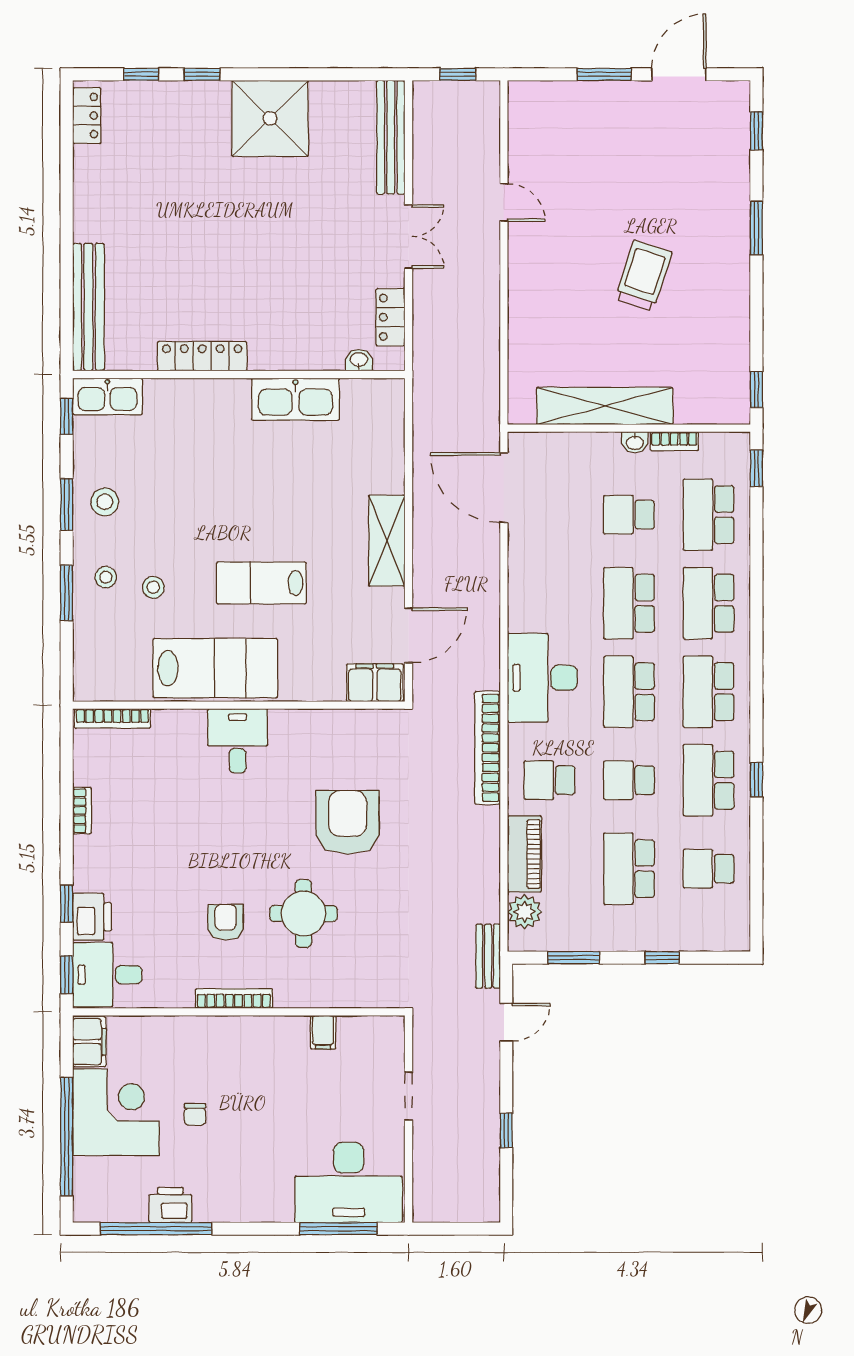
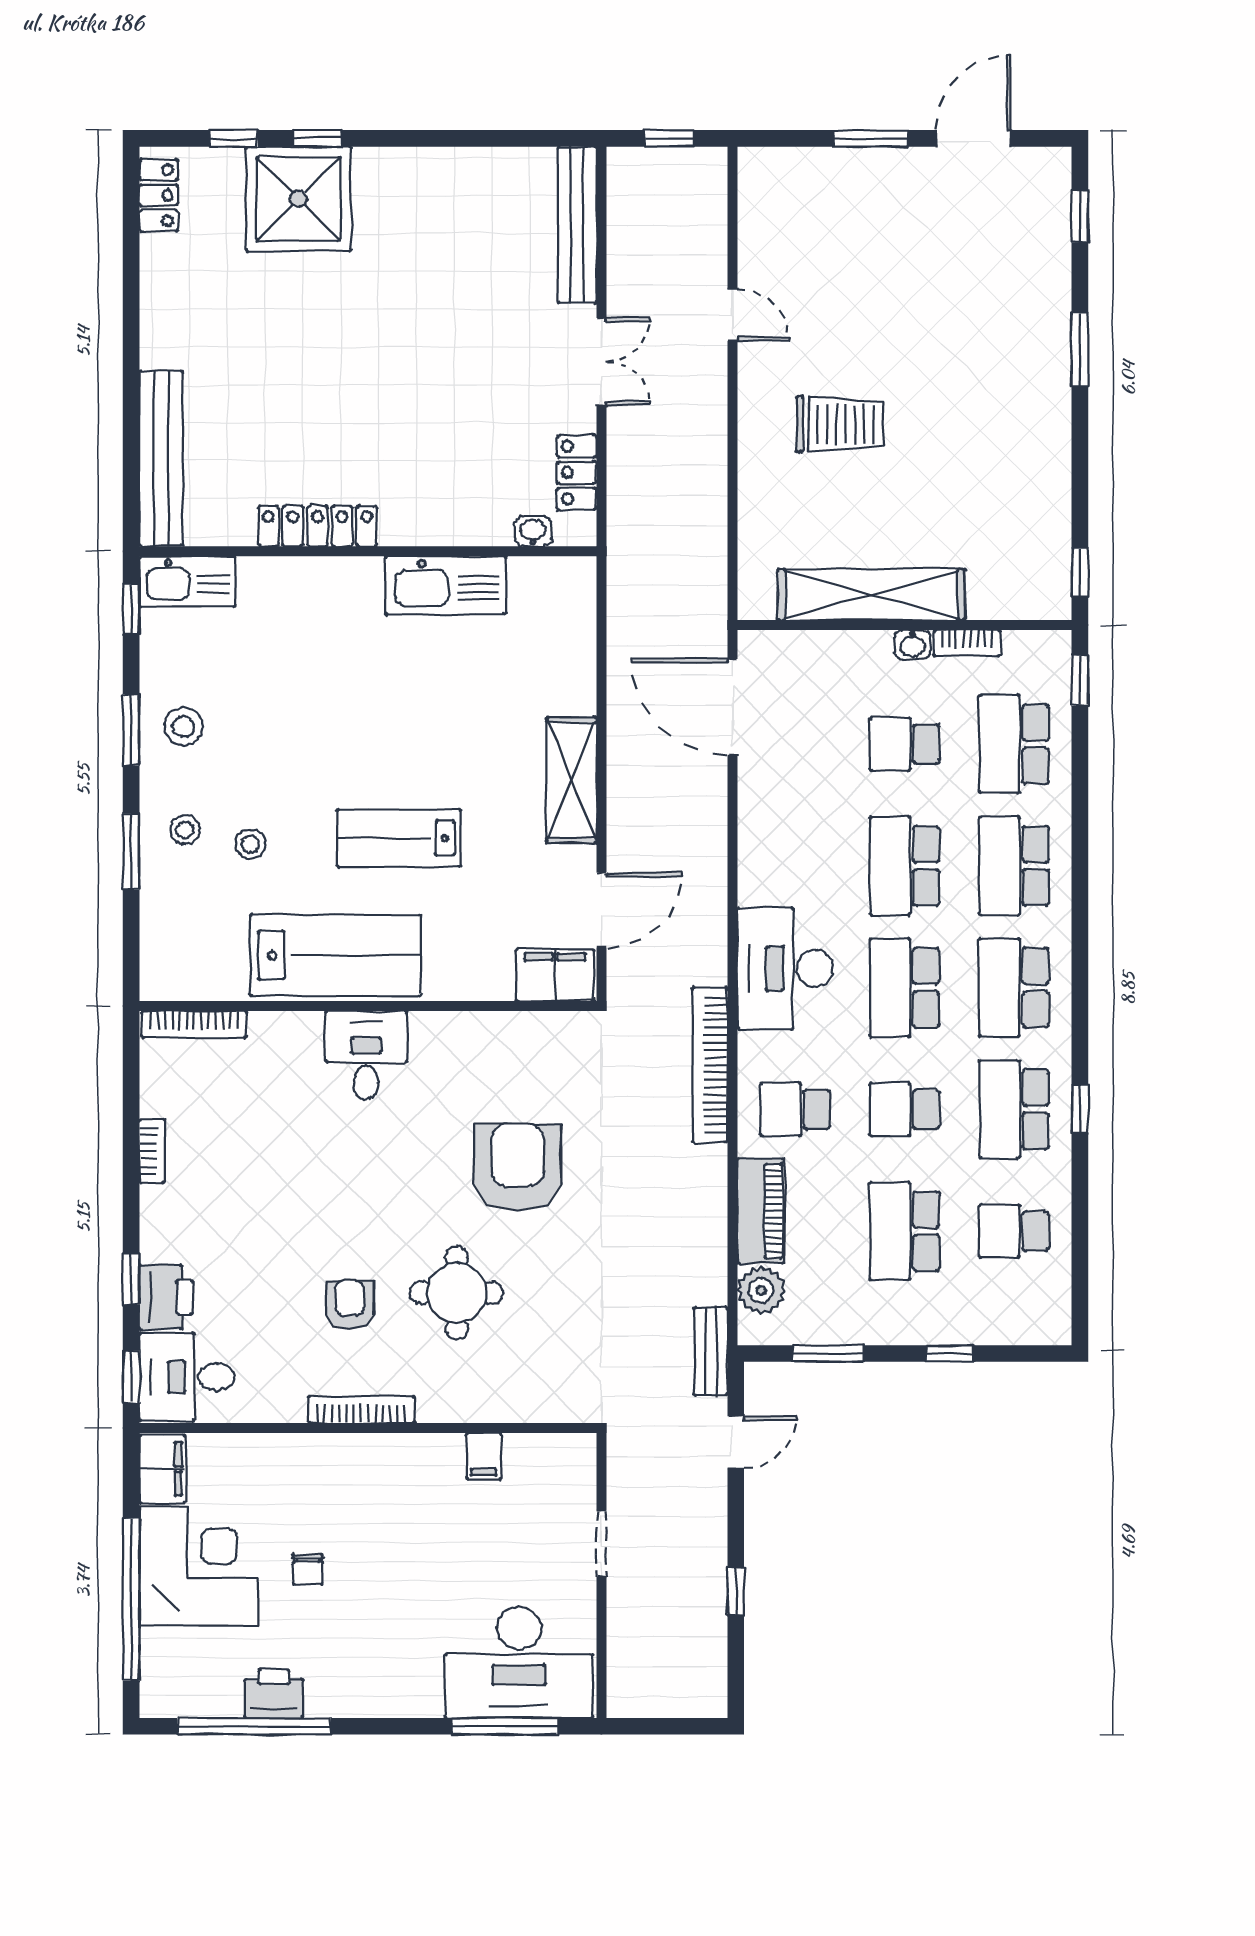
shower: (270, 118) -> (298, 199), moved
trolley: (644, 276) -> (839, 424), moved, turned 72

